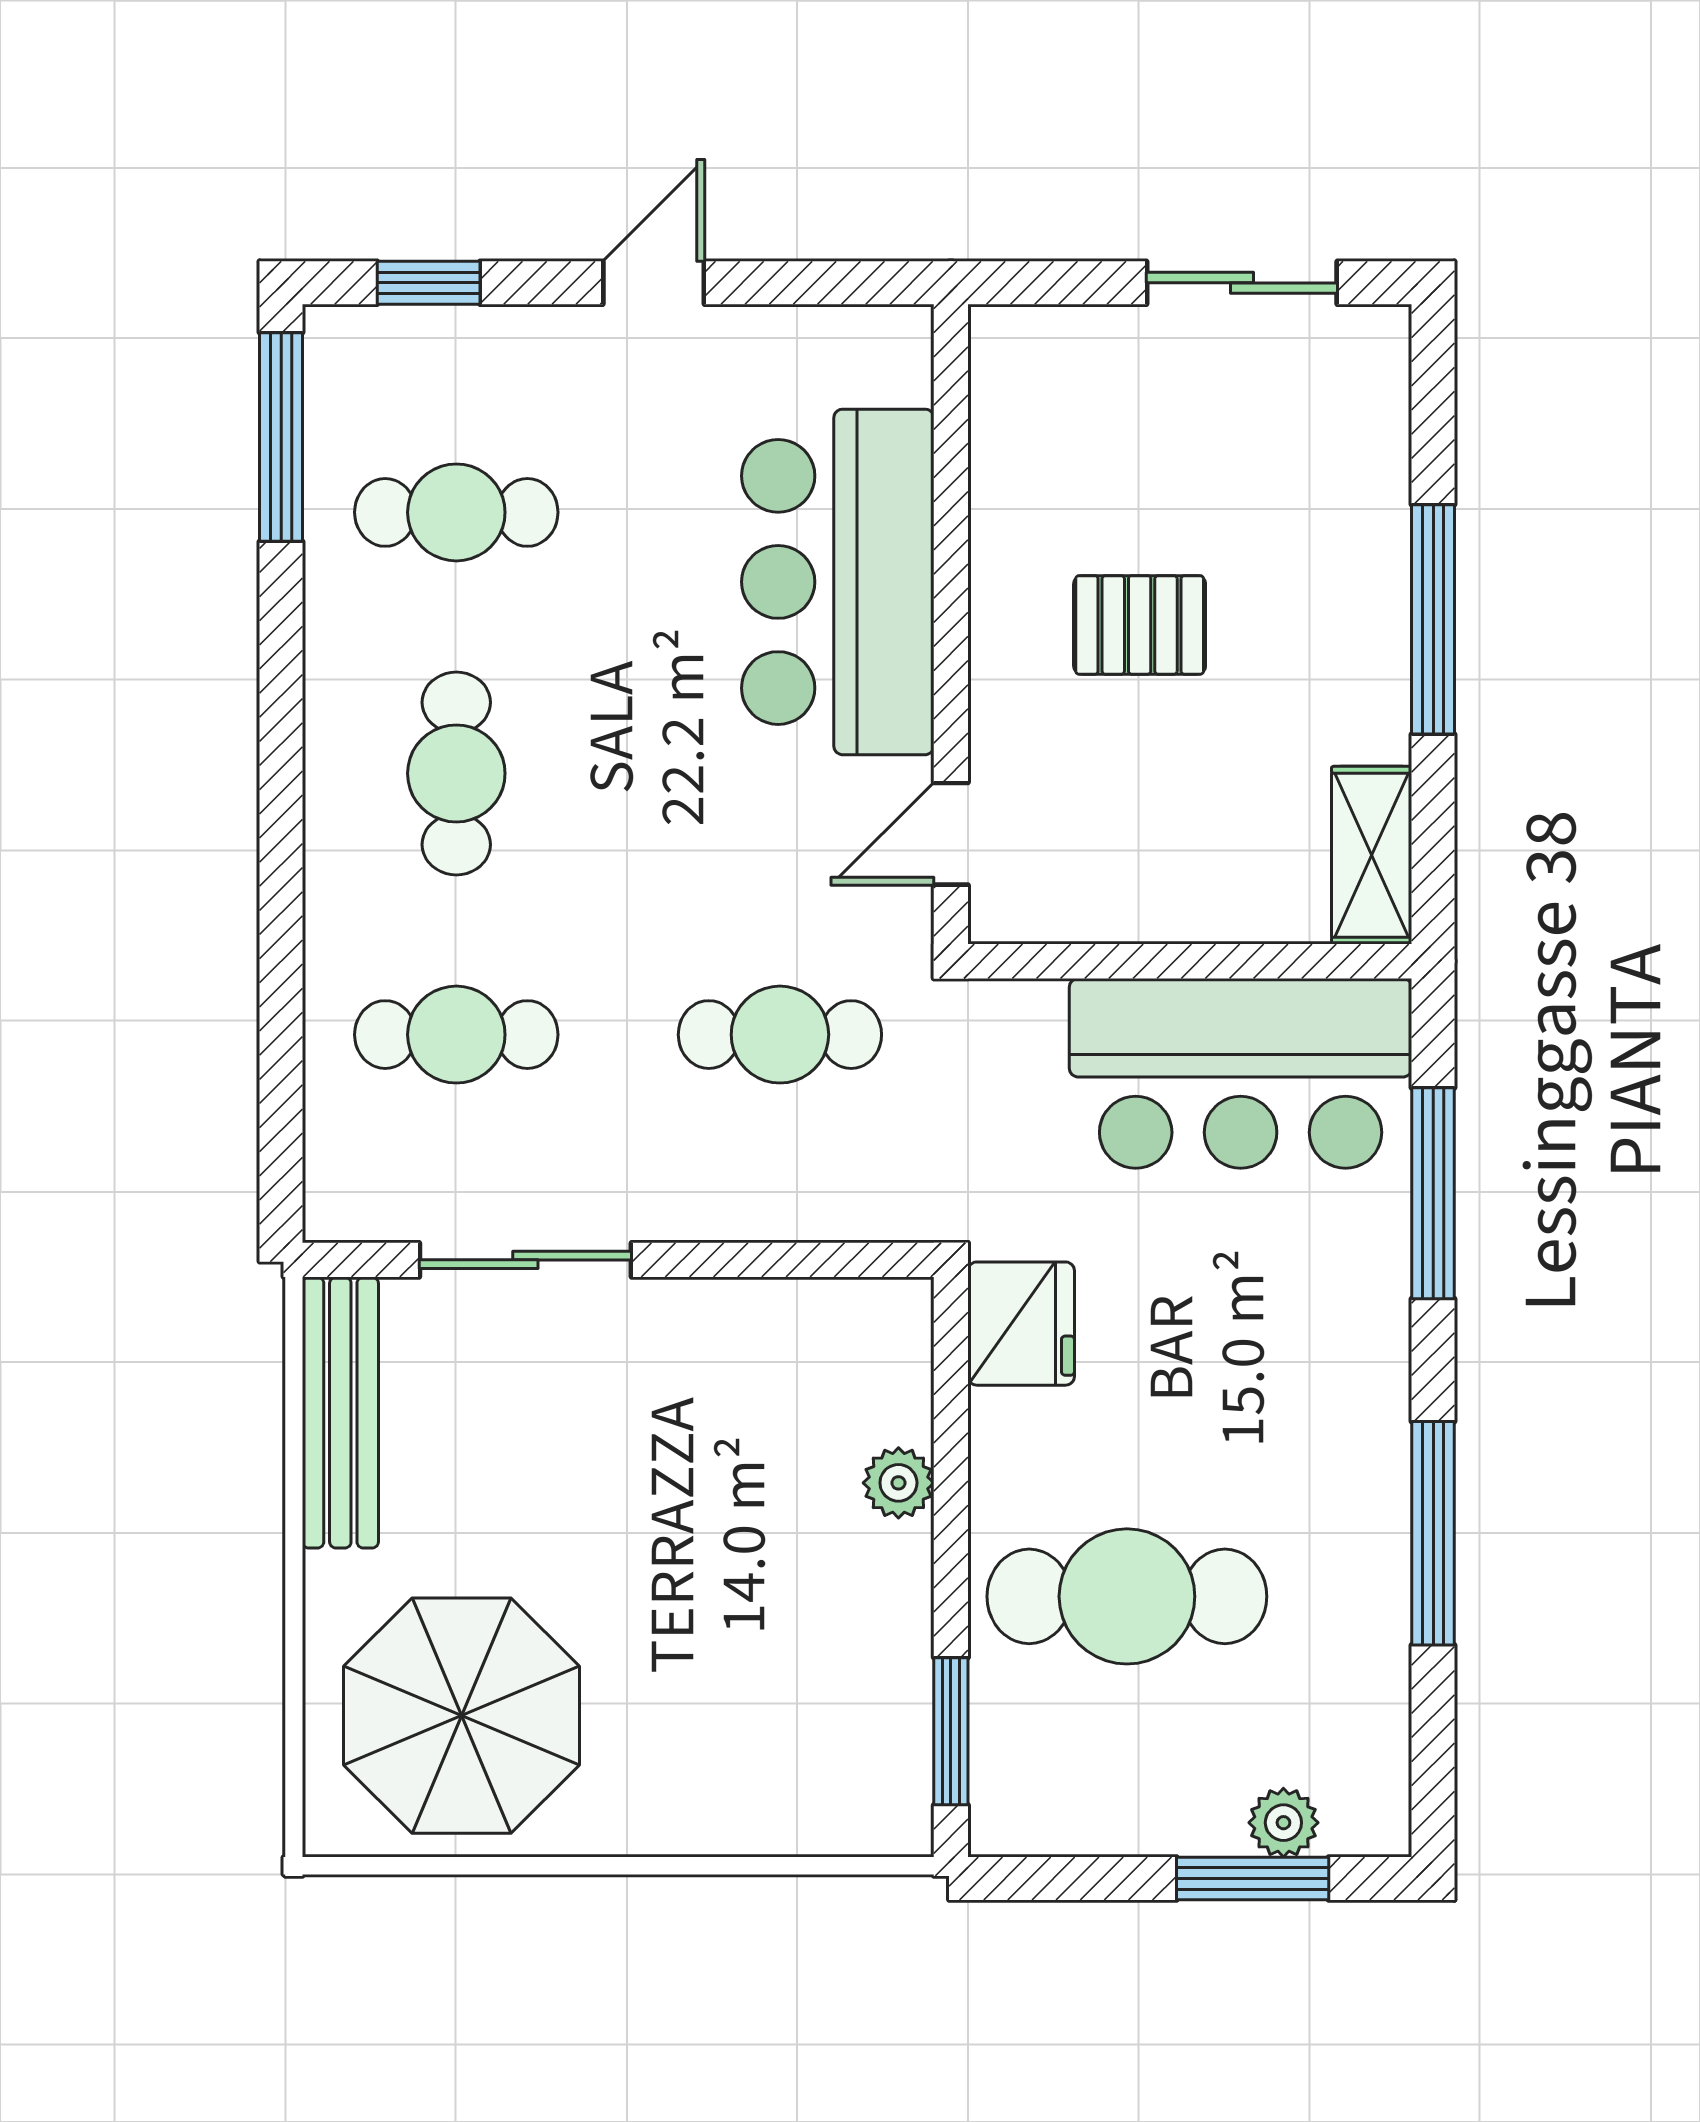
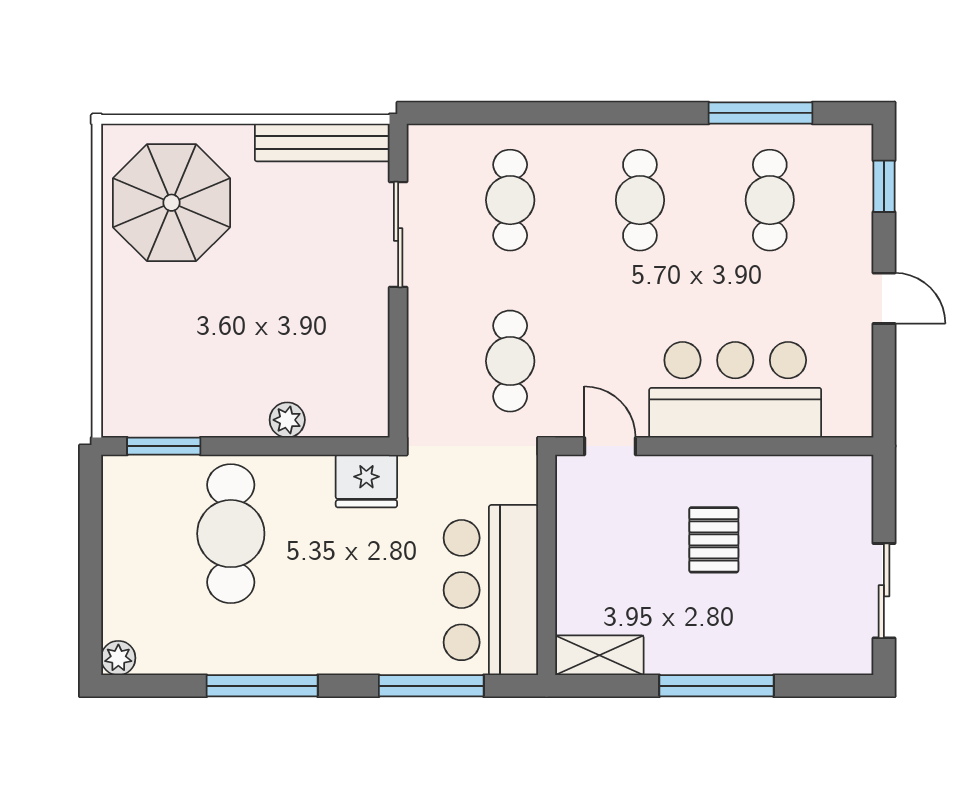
window: (281, 437) -> (761, 113), moved
cafe table: (456, 773) -> (640, 200), turned 90
plant: (1283, 1823) -> (118, 658), moved
window: (1253, 1879) -> (90, 596), removed

